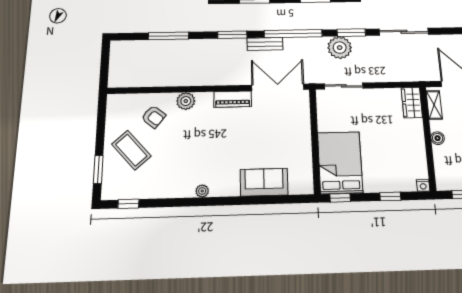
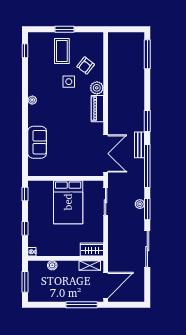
window: (169, 36) -> (147, 54), moved
plant: (340, 48) -> (140, 204), width x0.53, depth x0.53
piano: (233, 99) -> (97, 109), moved
boiler: (438, 138) -> (52, 265), moved
side table: (176, 139) -> (69, 82), added
coffee table: (131, 150) -> (62, 51), turned -48
bed: (340, 163) -> (68, 202), moved, turned 90
window: (98, 170) -> (64, 29), moved

